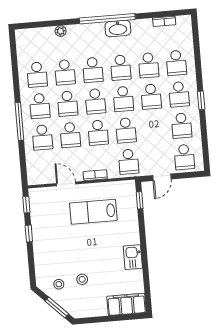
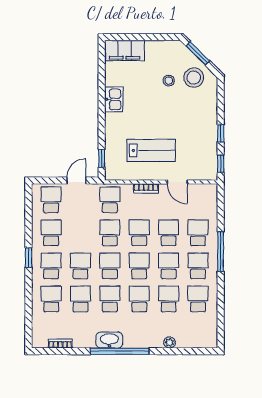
stool: (59, 284) -> (194, 78), width x1.89, depth x1.89

